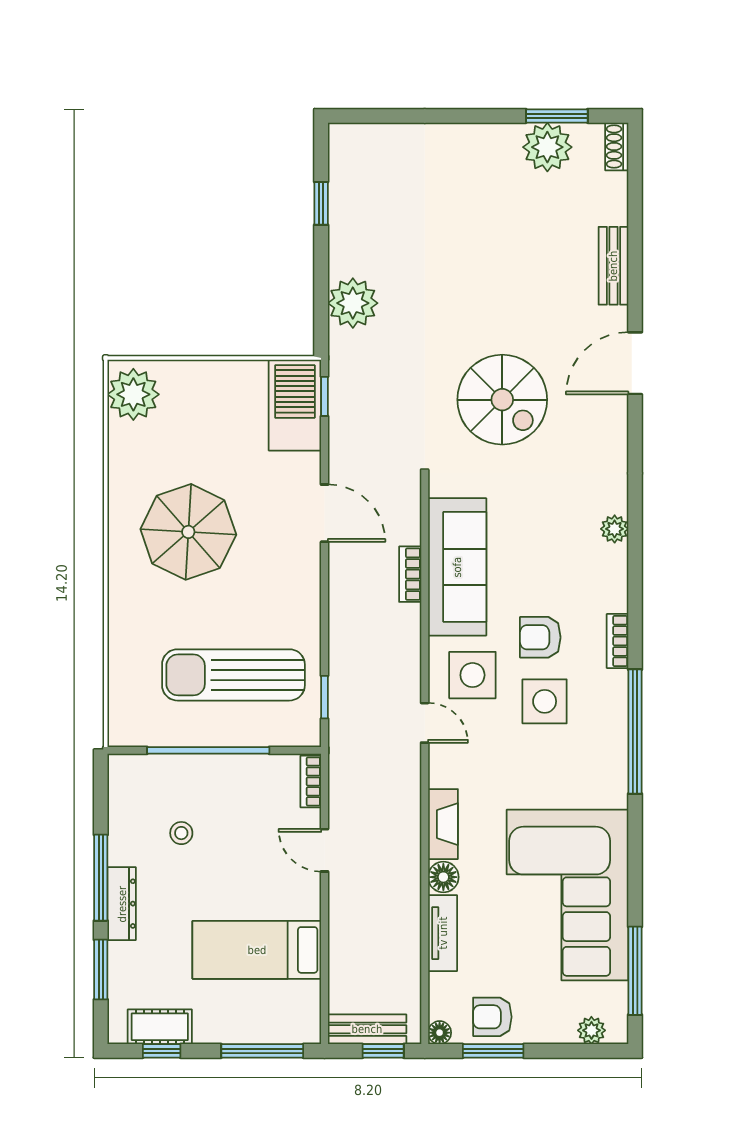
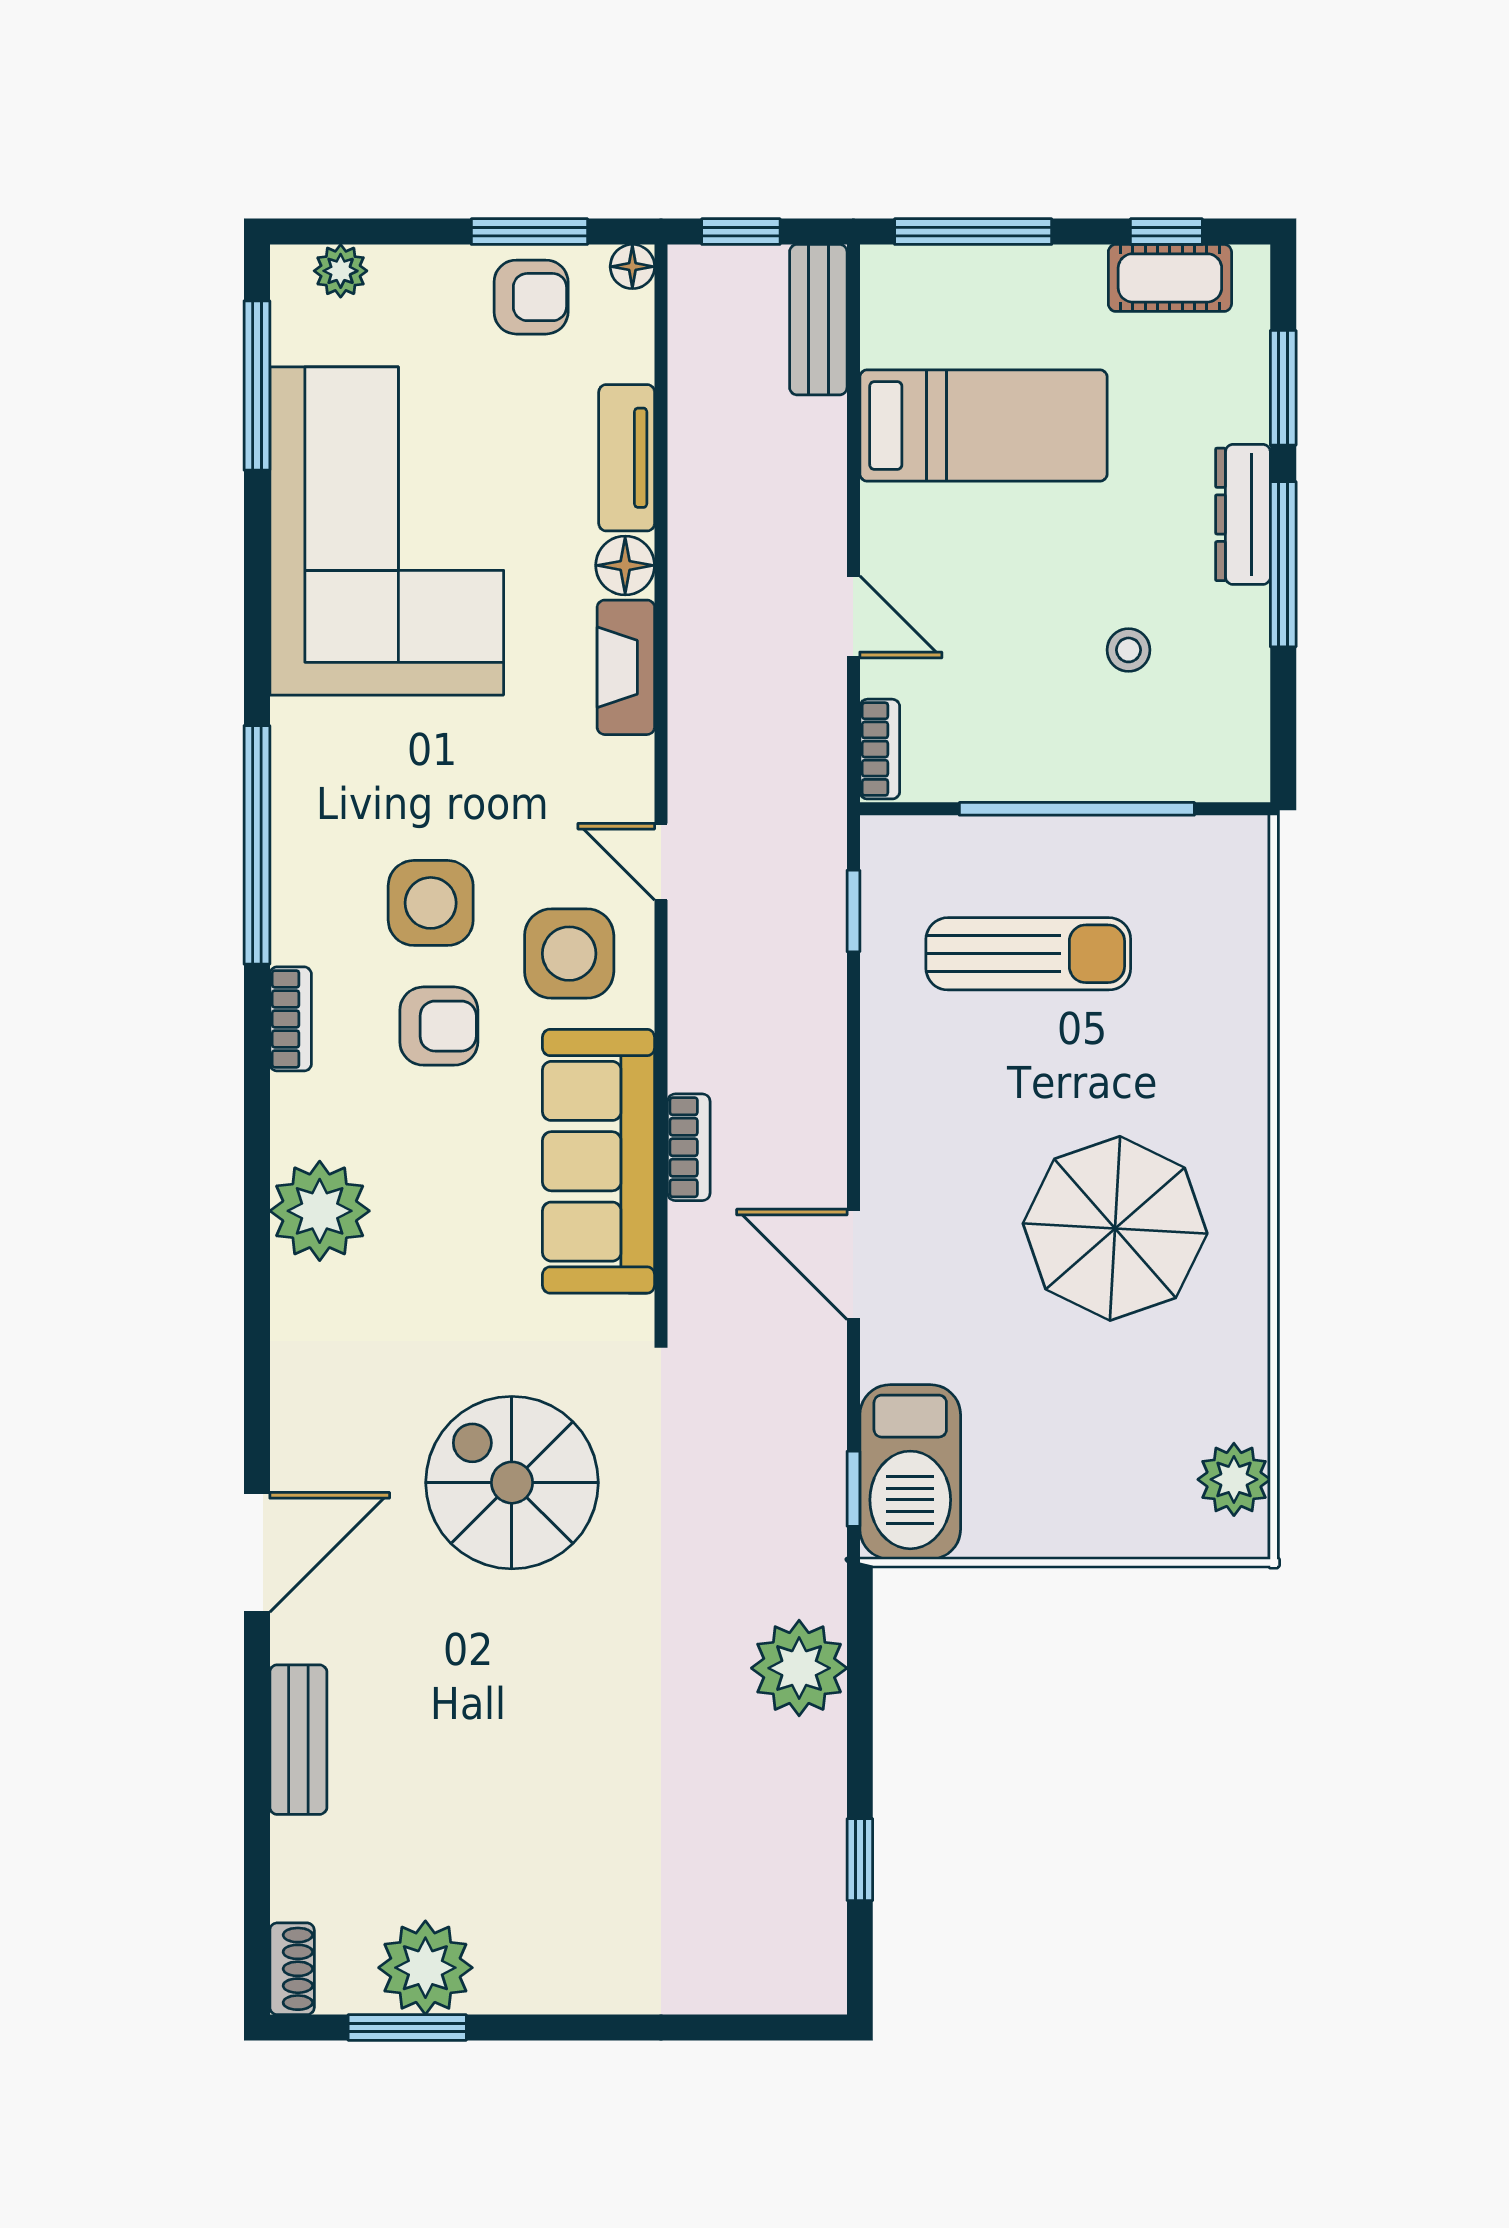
plant: (133, 394) -> (1234, 1479), width x0.73, depth x0.73
plant: (615, 529) -> (320, 1211), width x1.87, depth x1.87
sun lounger: (233, 675) -> (1028, 954), width x0.73, depth x0.75
bench: (367, 1029) -> (818, 320), moved, turned 90

